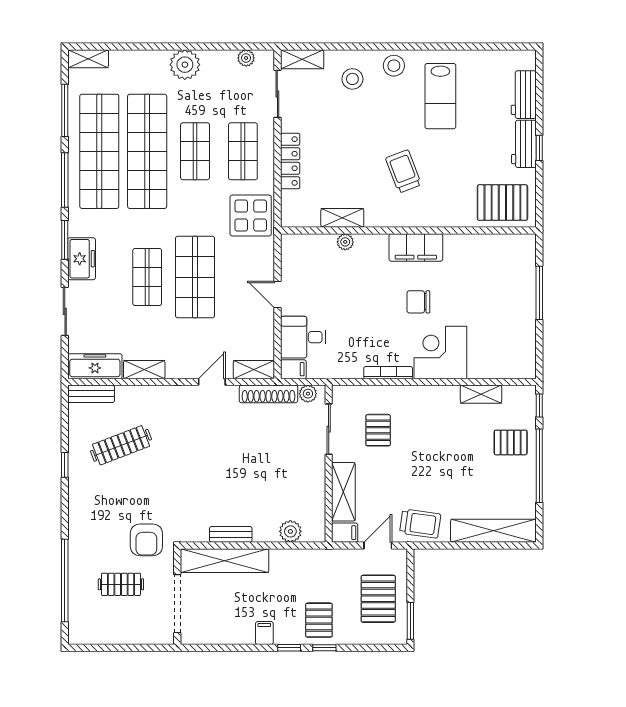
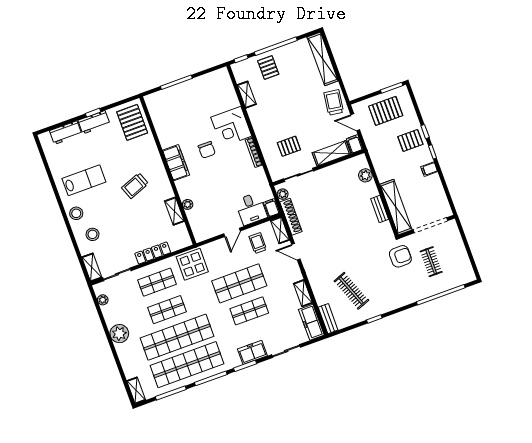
trolley: (247, 328) -> (258, 243), added

